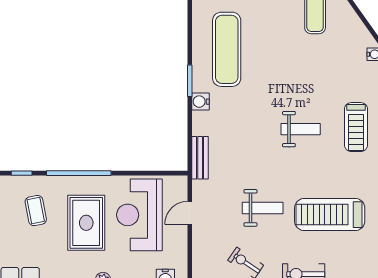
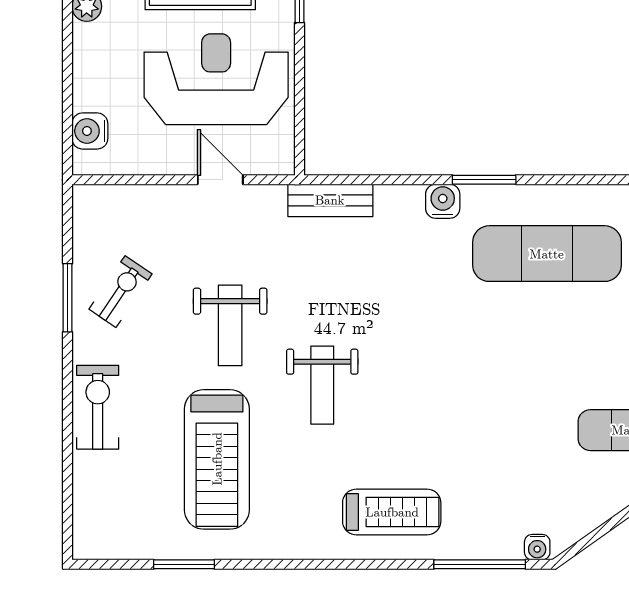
treadmill: (356, 127) -> (392, 512), turned 180
weight bench: (301, 129) -> (322, 385), moved
treadmill: (330, 215) -> (217, 459), turned 180

